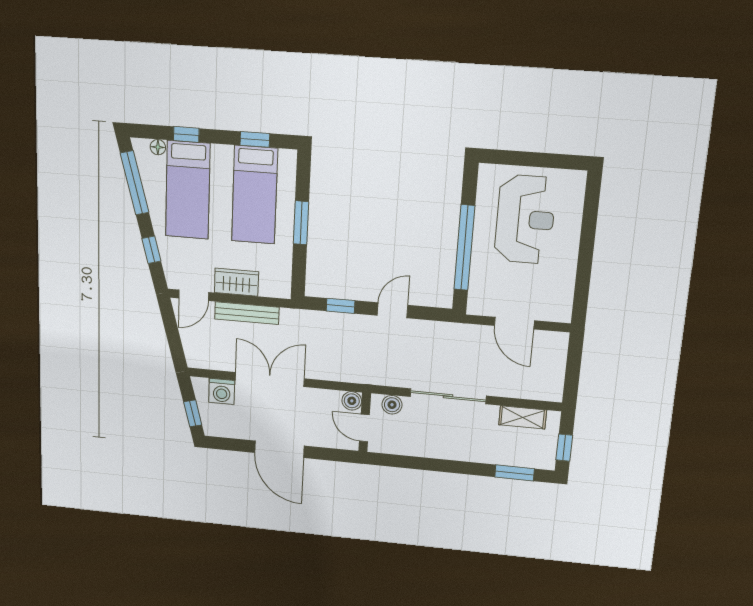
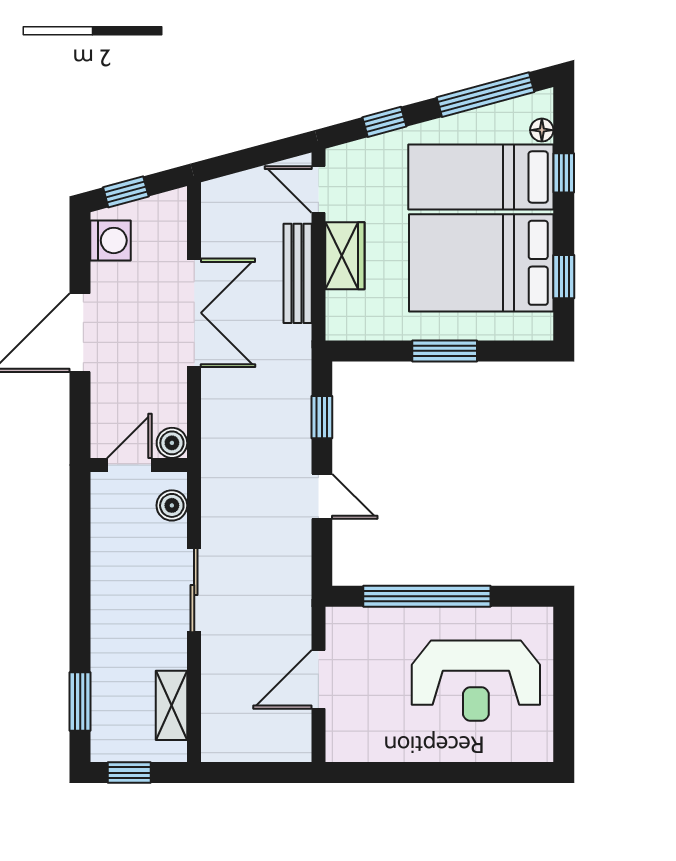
bed: (255, 195) -> (481, 263), width x1.50
washing machine: (222, 391) -> (111, 240), moved, turned 180
sliding door: (448, 396) -> (194, 590), width x0.73

